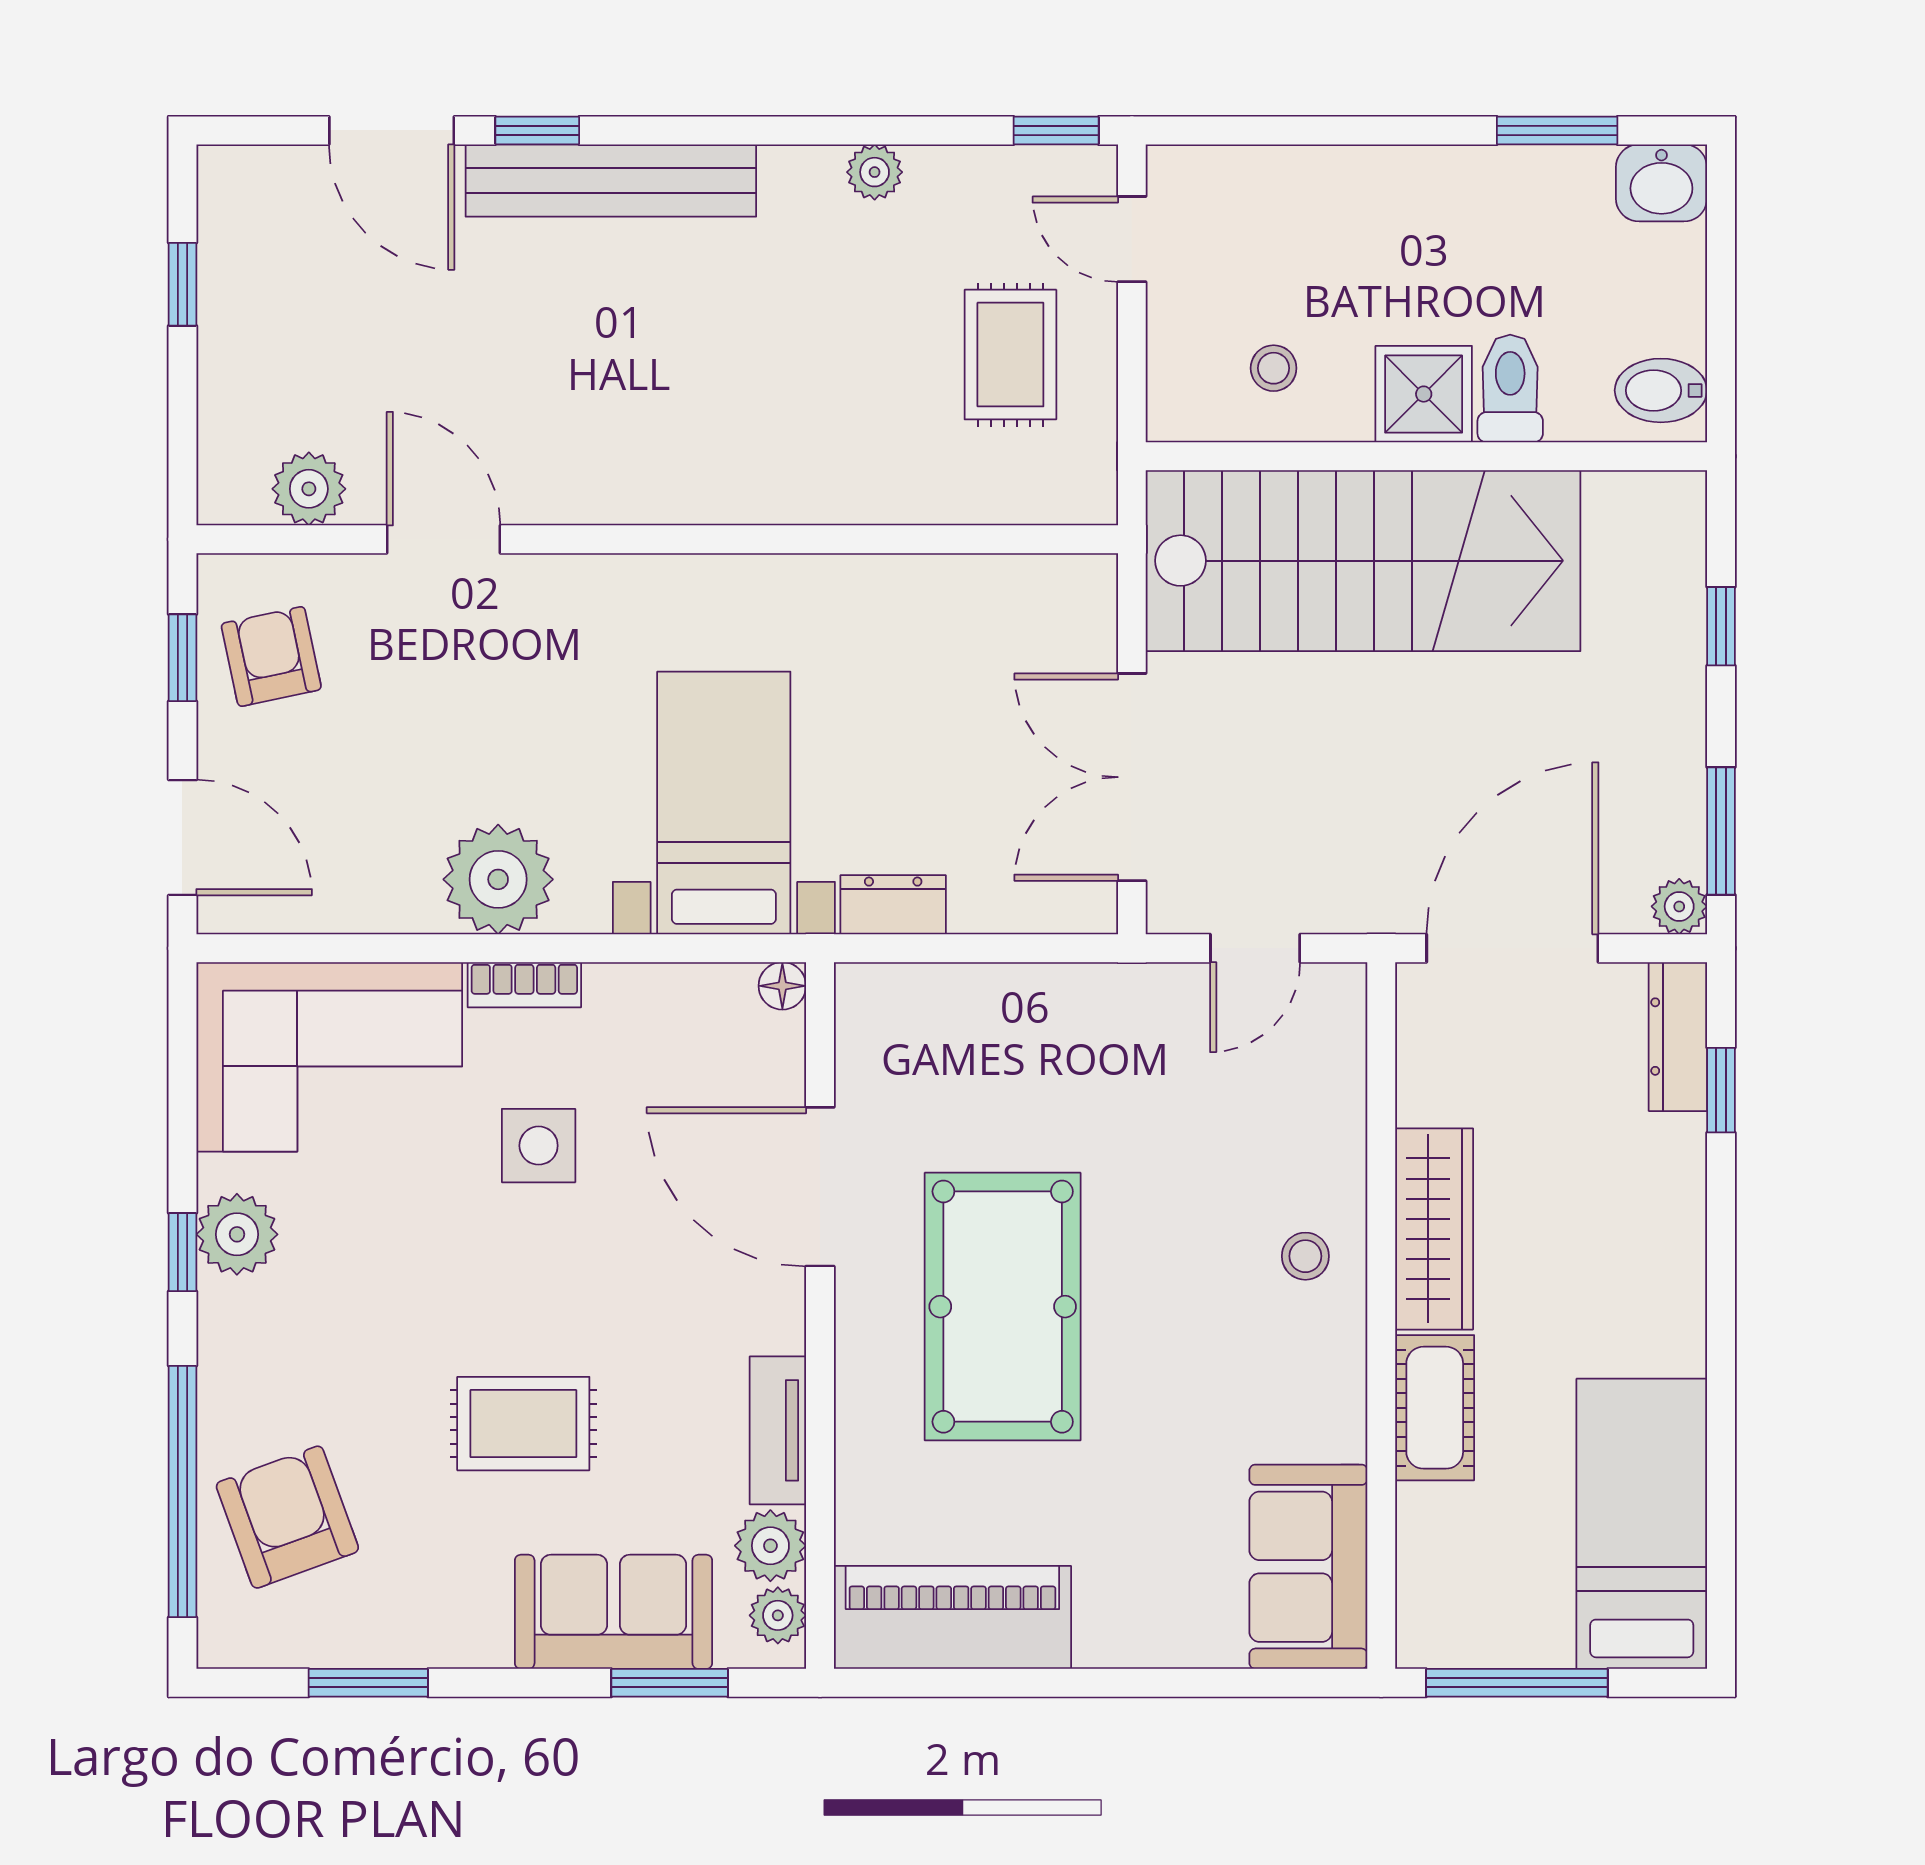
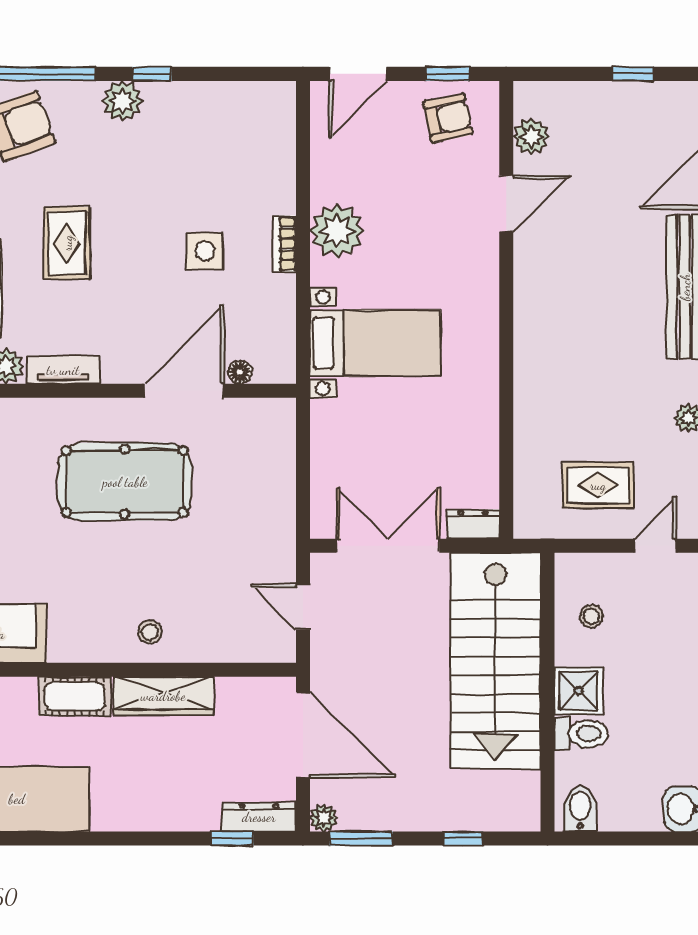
dresser: (893, 905) -> (473, 524), moved, turned -90
floor lamp: (782, 986) -> (240, 372), moved
corner sofa: (329, 1057) -> (249, 147), removed
plant: (237, 1234) -> (122, 101), moved

